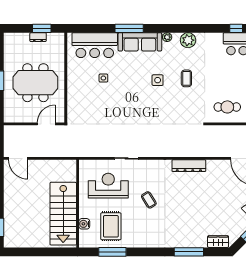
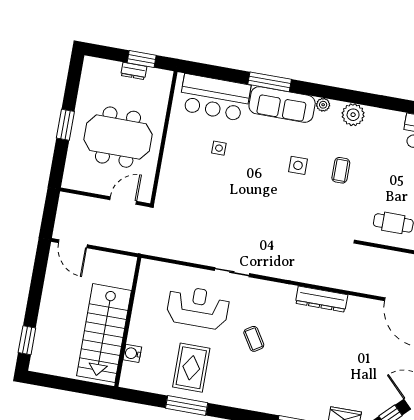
wall: (78, 204) -> (128, 322), moved
stairs: (63, 214) -> (104, 333), moved
water cooler: (84, 224) -> (132, 353), moved

